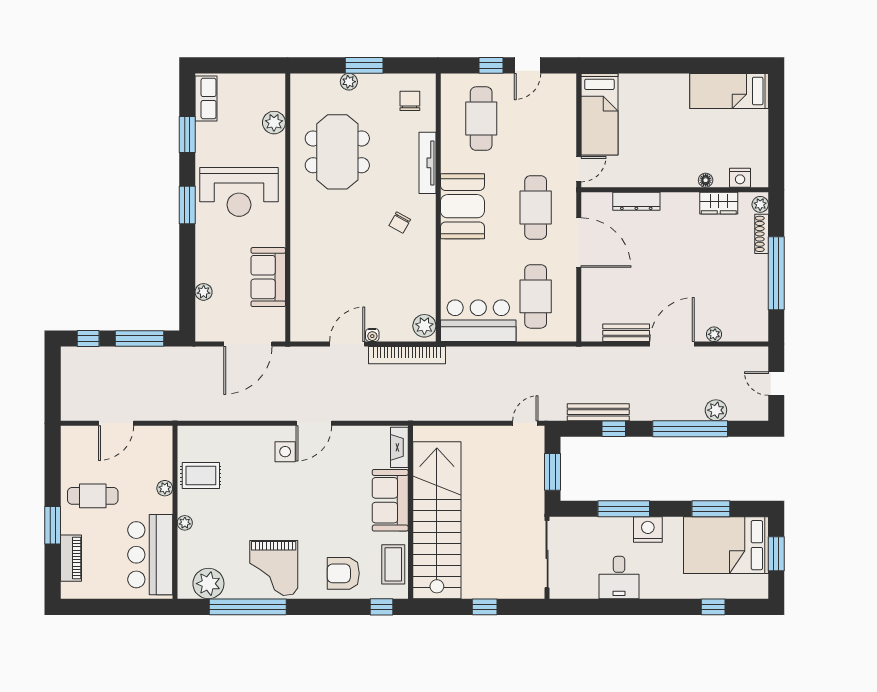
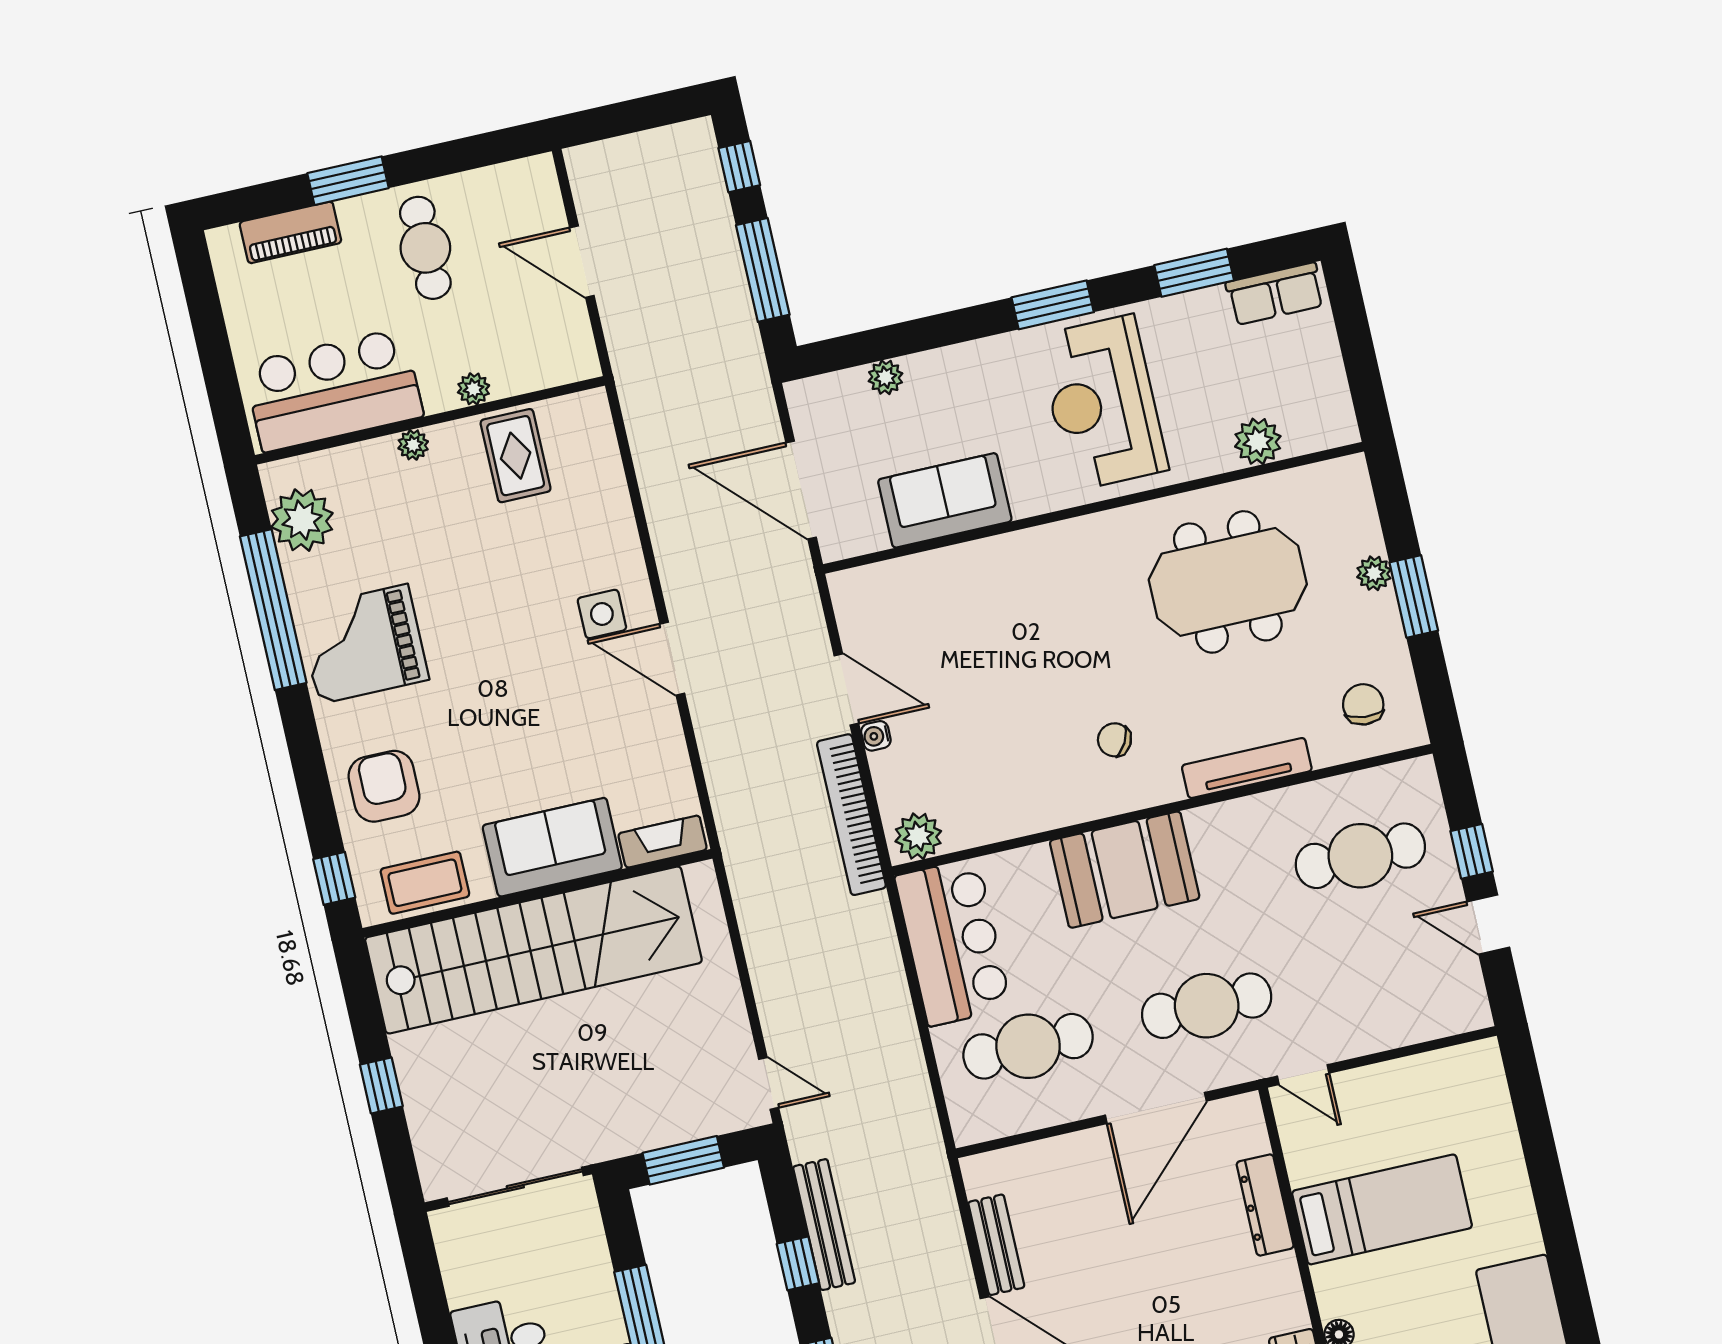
chair: (410, 101) -> (1363, 704), turned -85
bed: (599, 114) -> (1382, 1209), moved, turned 180
booth: (462, 206) -> (1125, 870), moved

